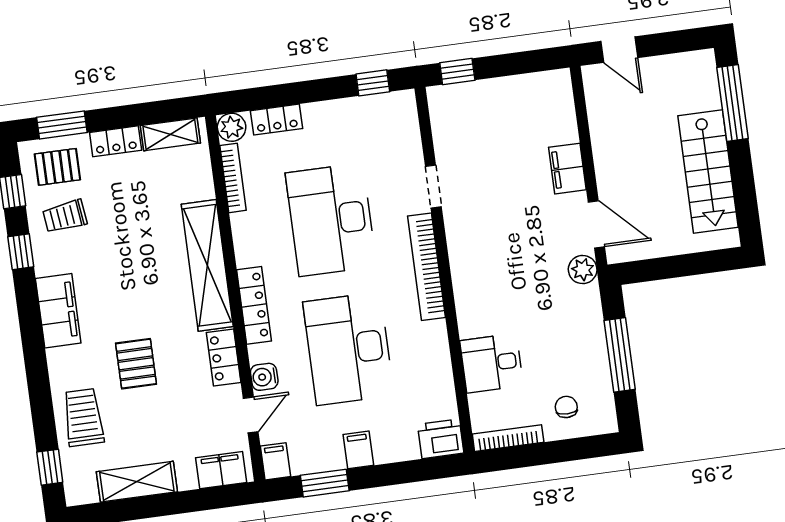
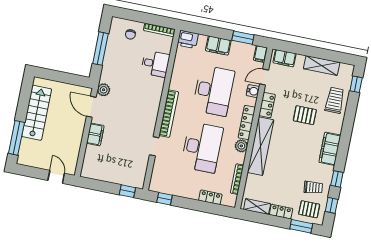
plant: (232, 127) -> (241, 146), moved
pallet: (136, 364) -> (305, 115), turned 90
trolley: (83, 417) -> (335, 100), turned 180
filing cabinet: (358, 450) -> (218, 46), width x2.00

